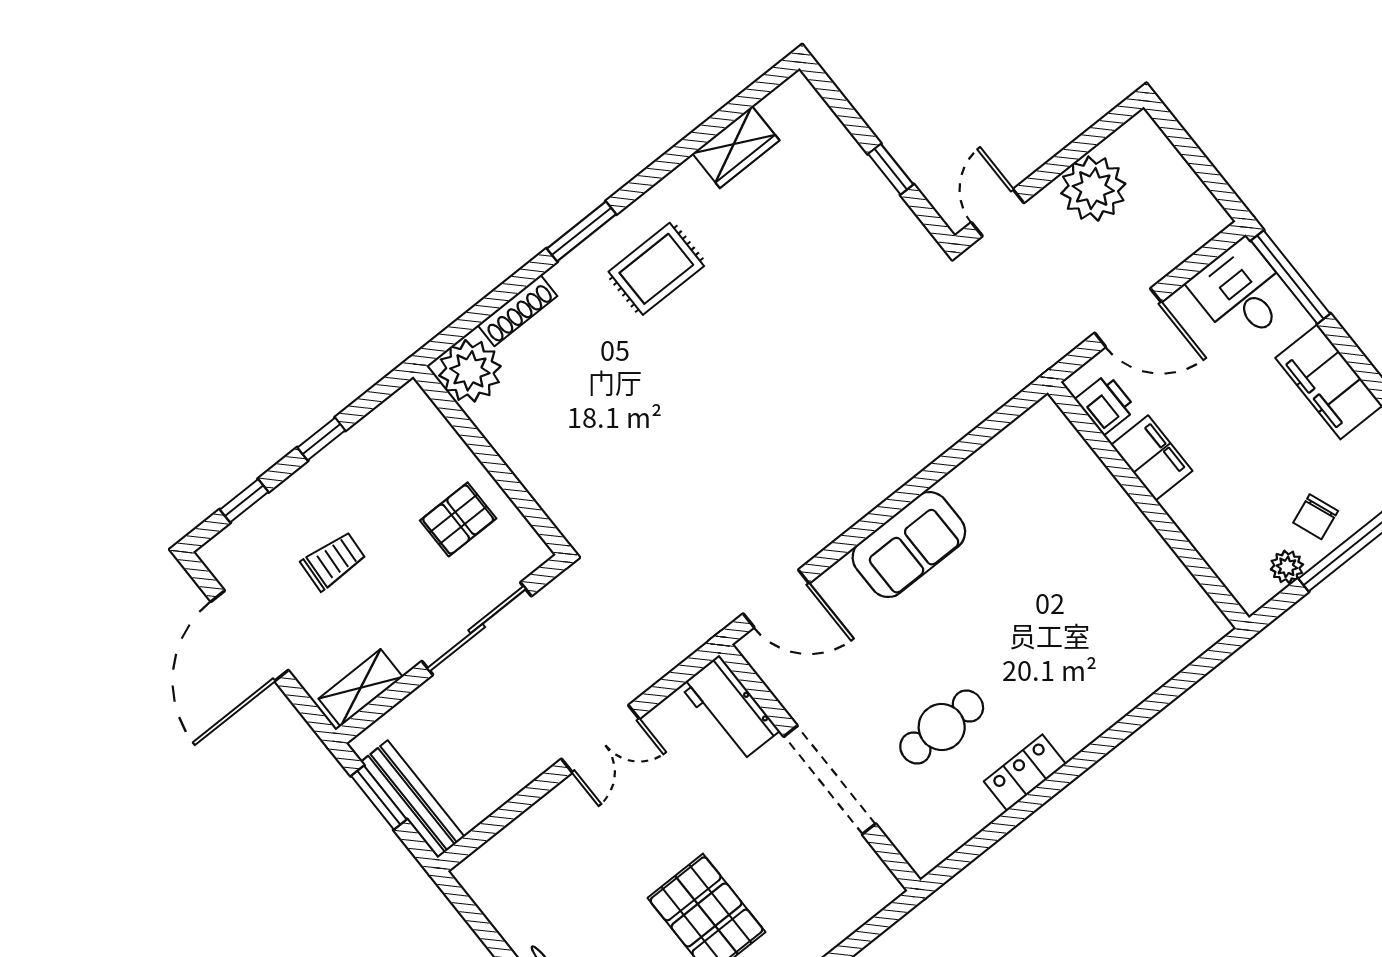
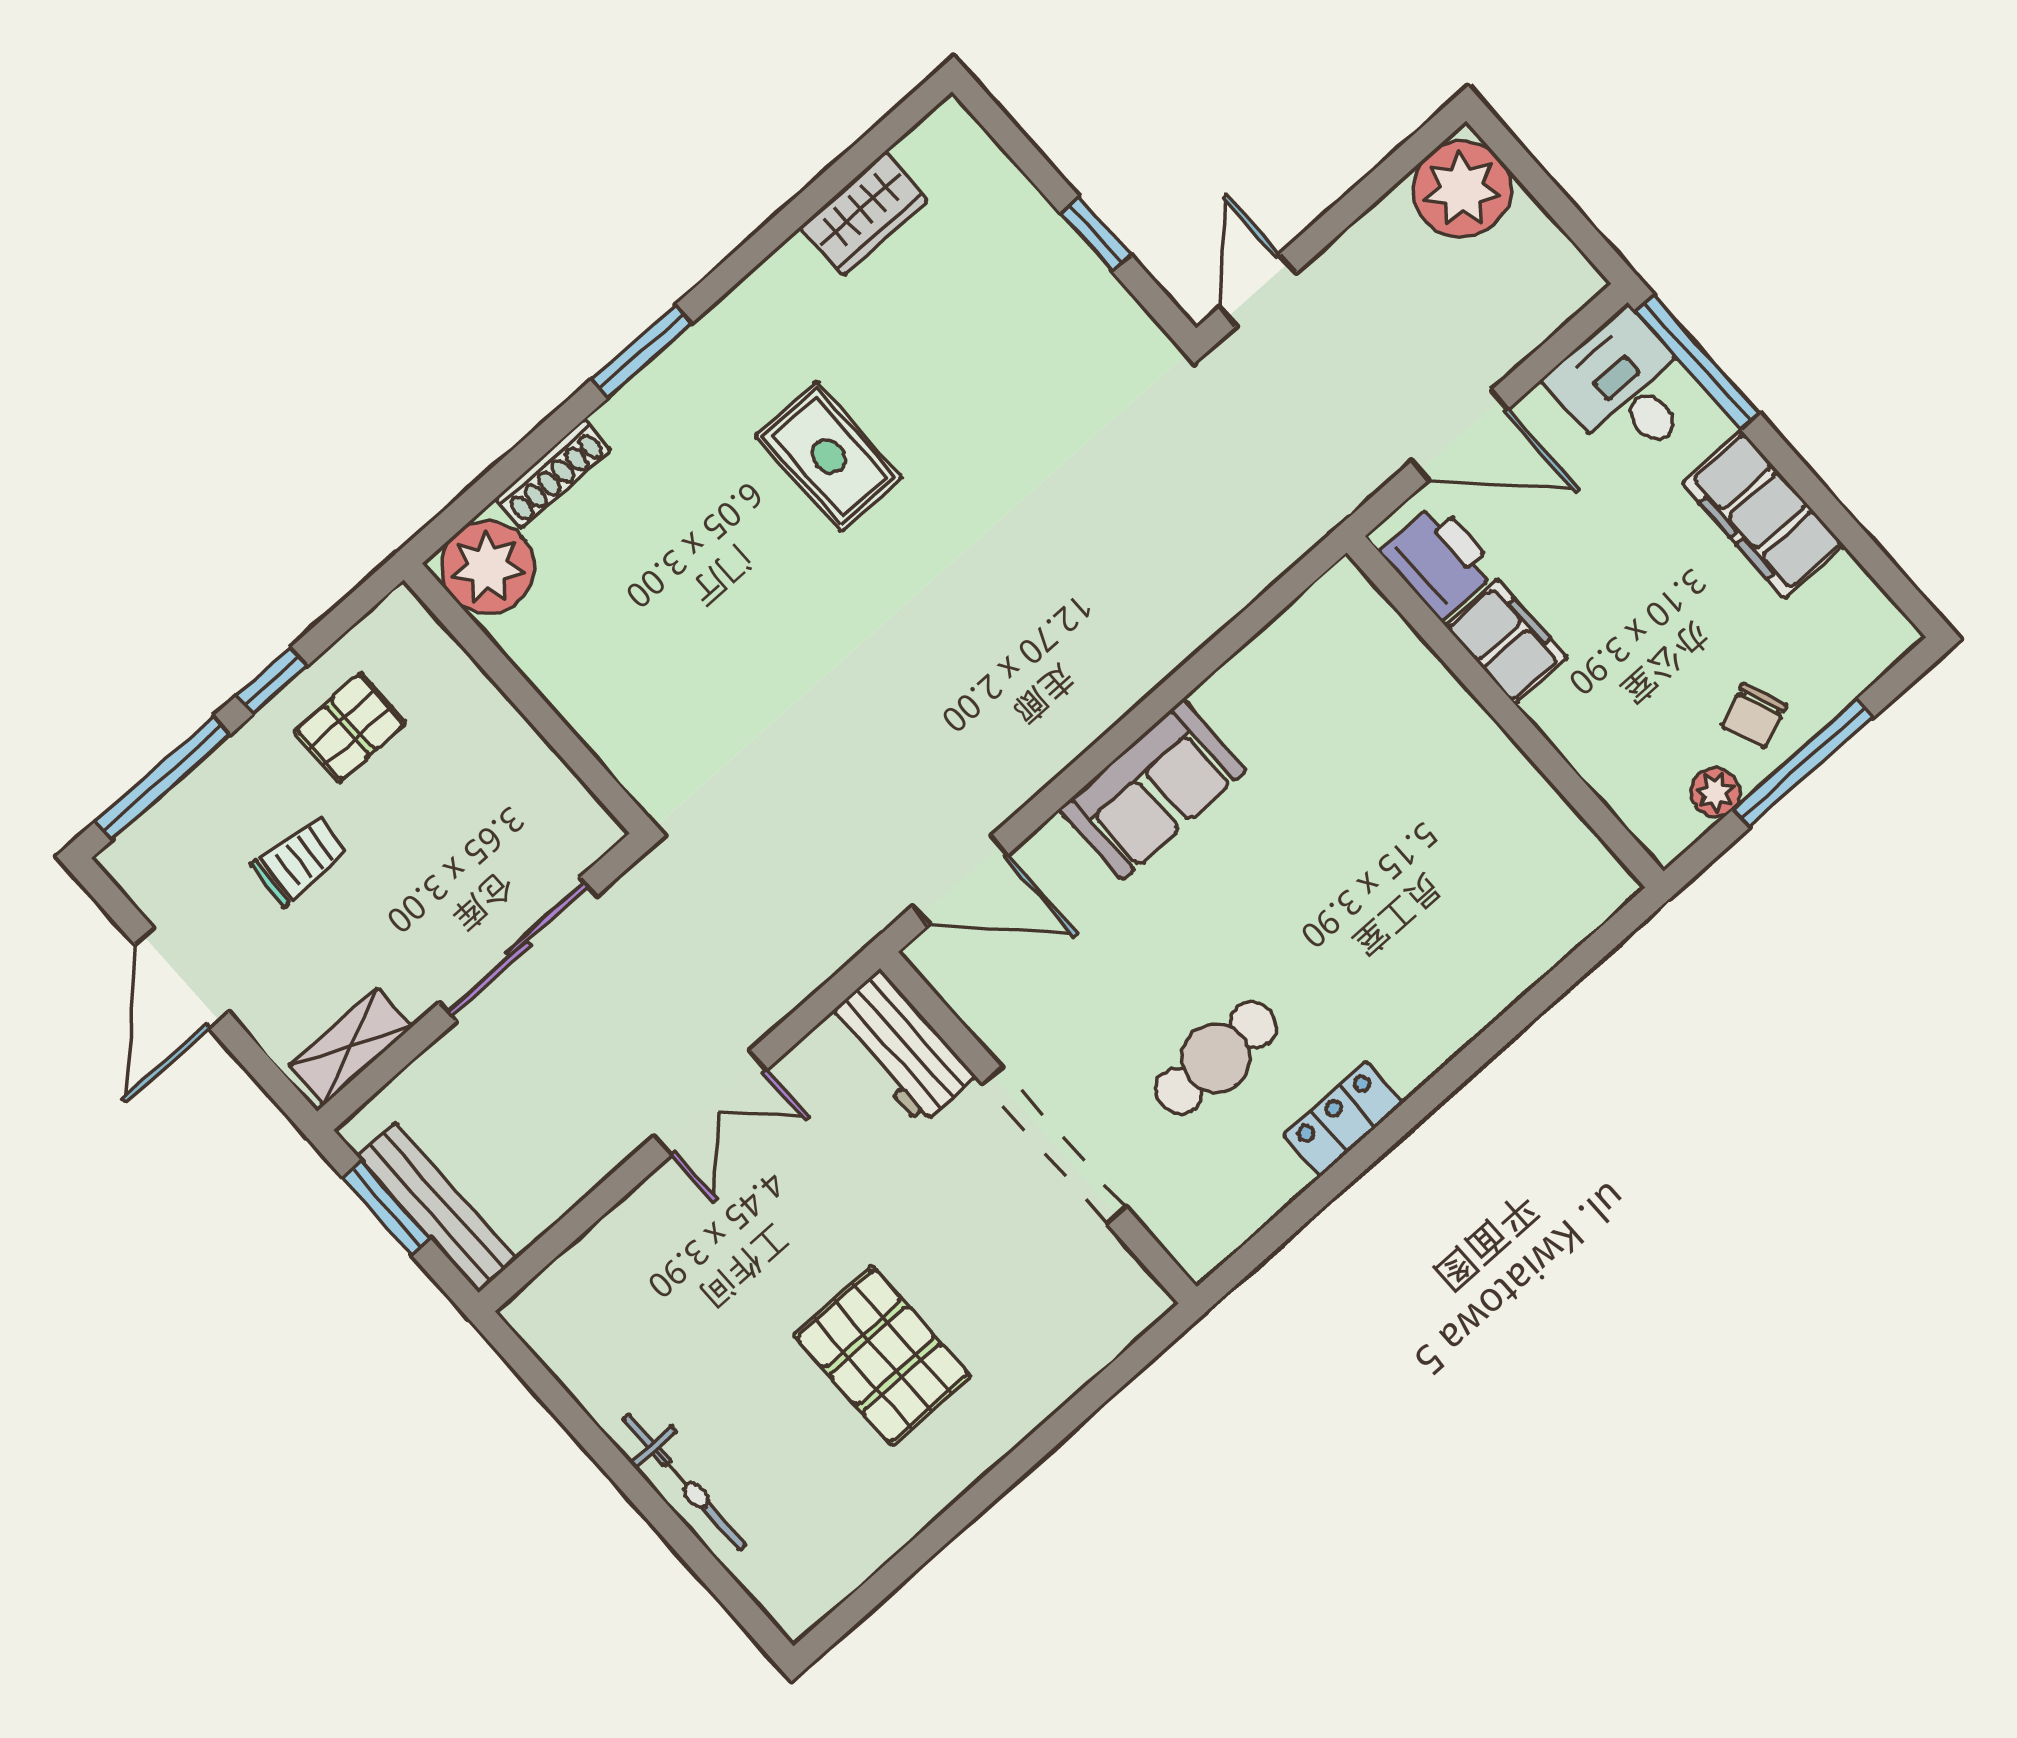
plant: (1093, 189) -> (1462, 189), moved
rug: (656, 269) -> (829, 457), moved, turned 90
printer: (1106, 404) -> (1439, 561), width x1.36, depth x1.24
window: (244, 501) -> (163, 778), width x2.17
pallet: (458, 519) -> (350, 727), moved
door: (250, 636) -> (182, 978), width x0.73

